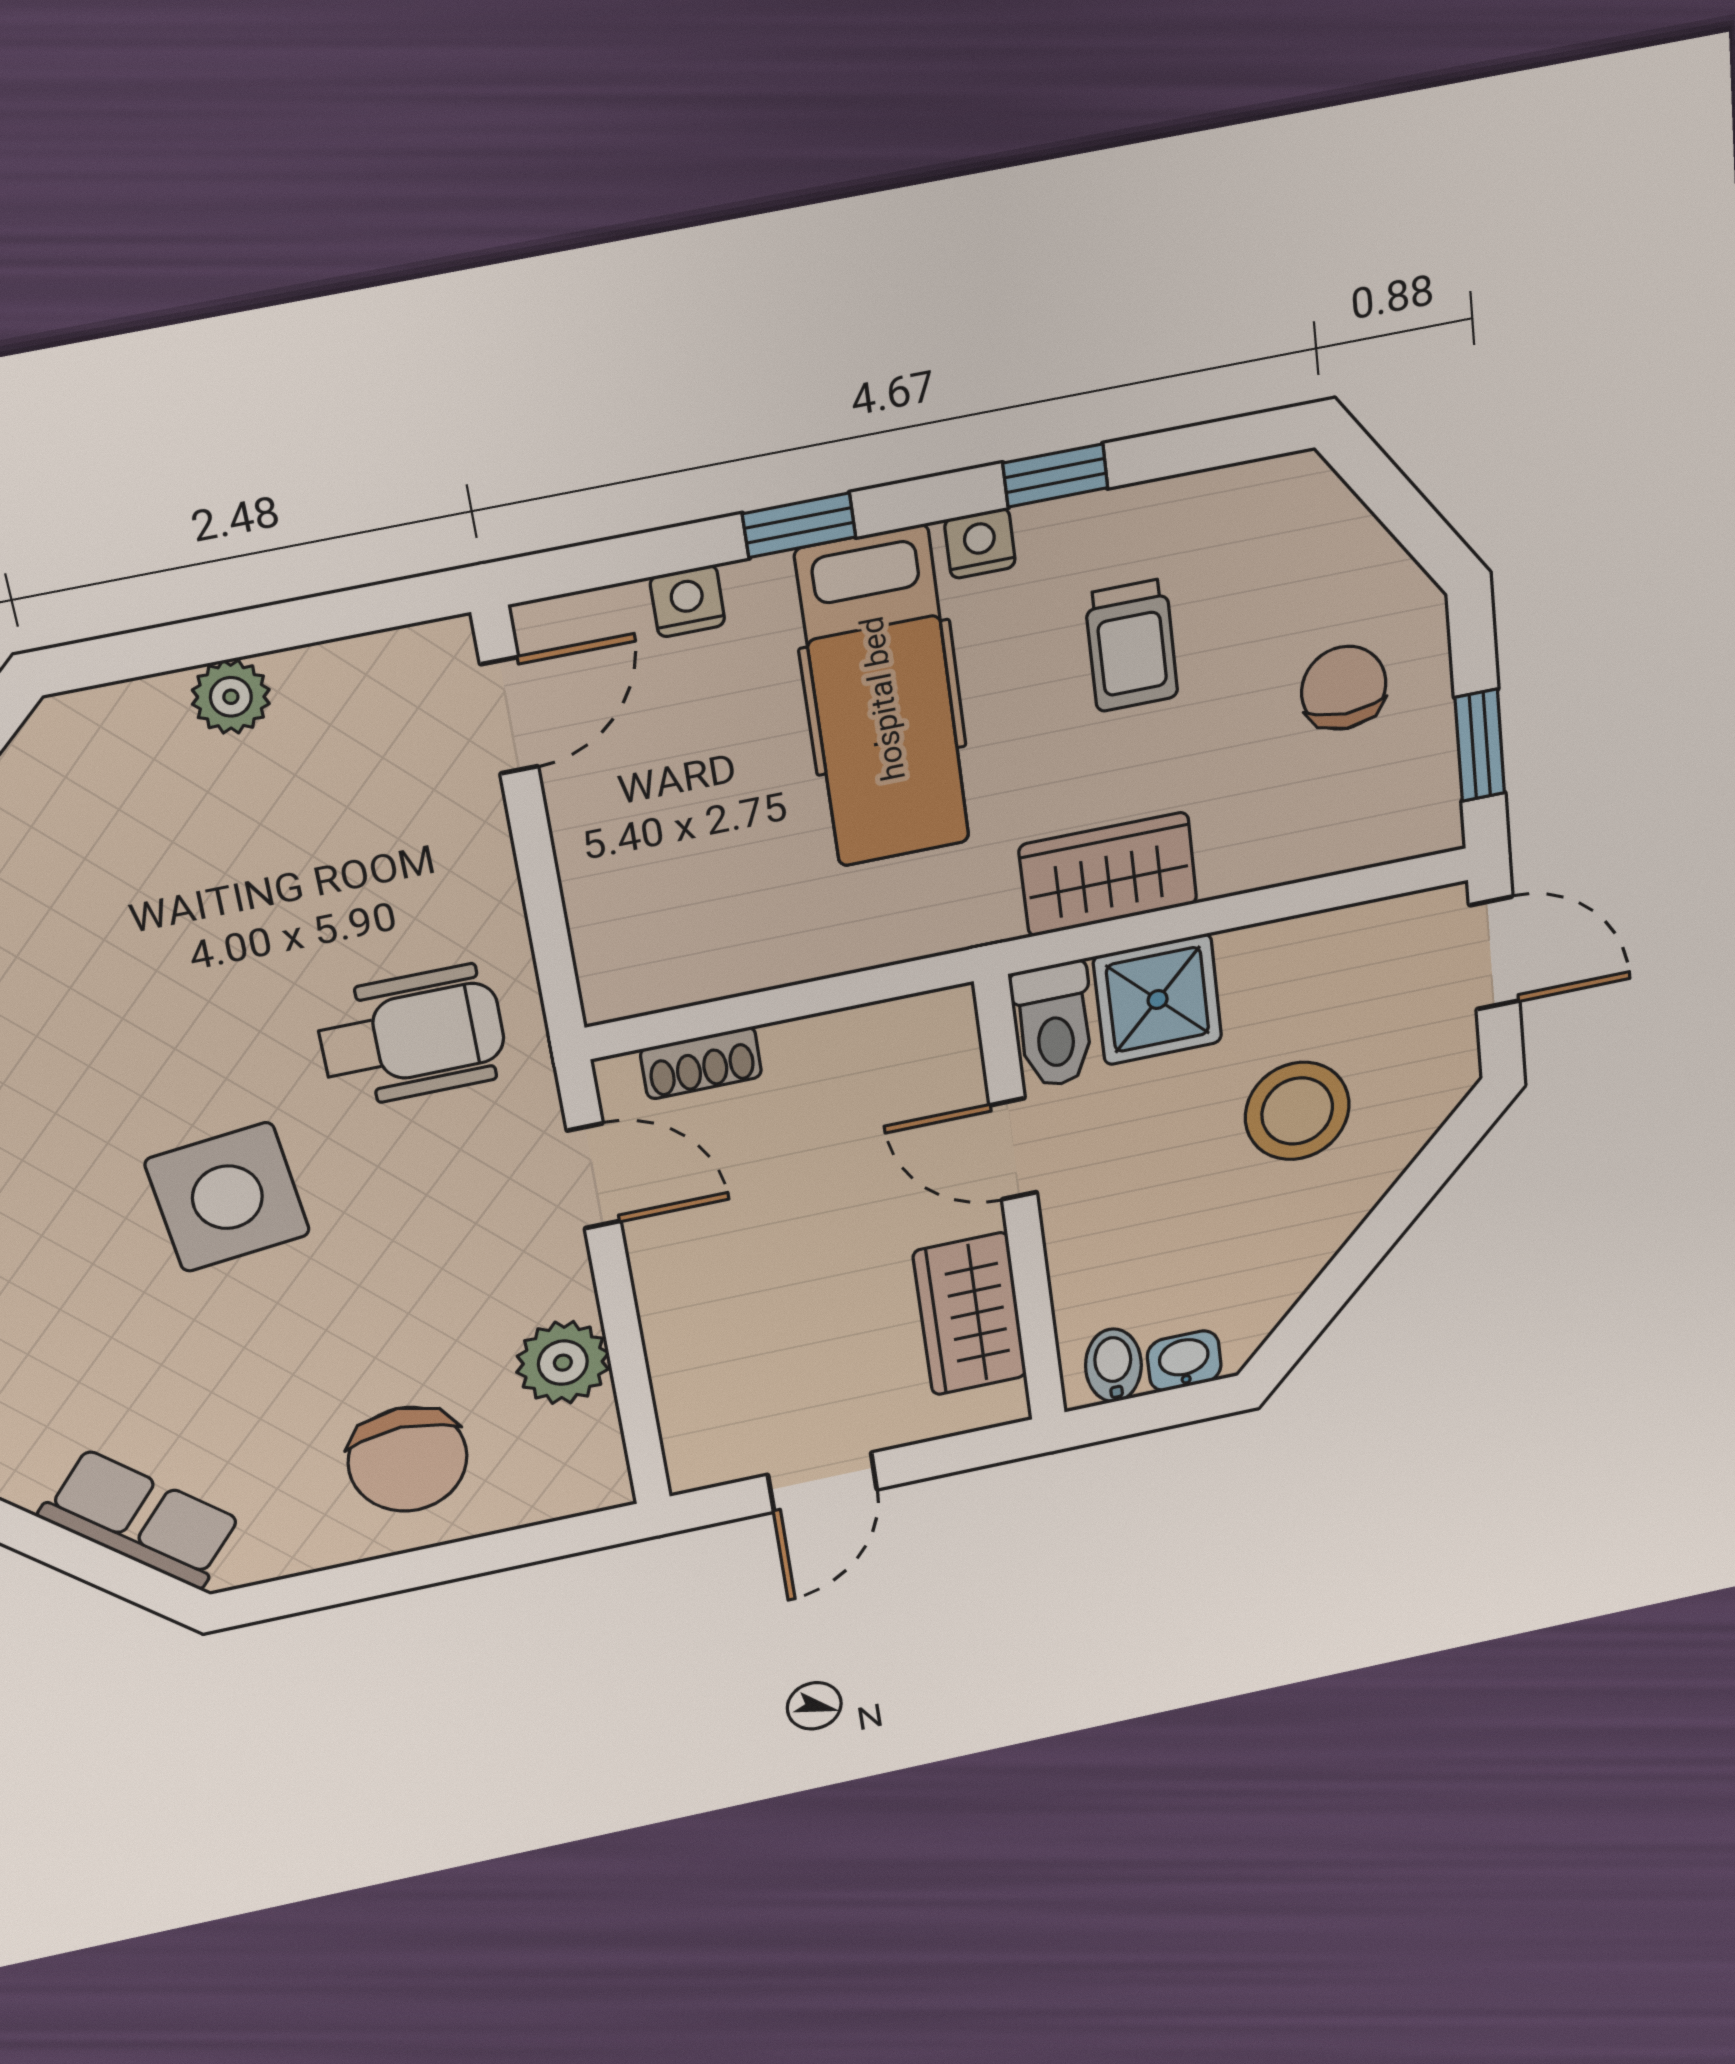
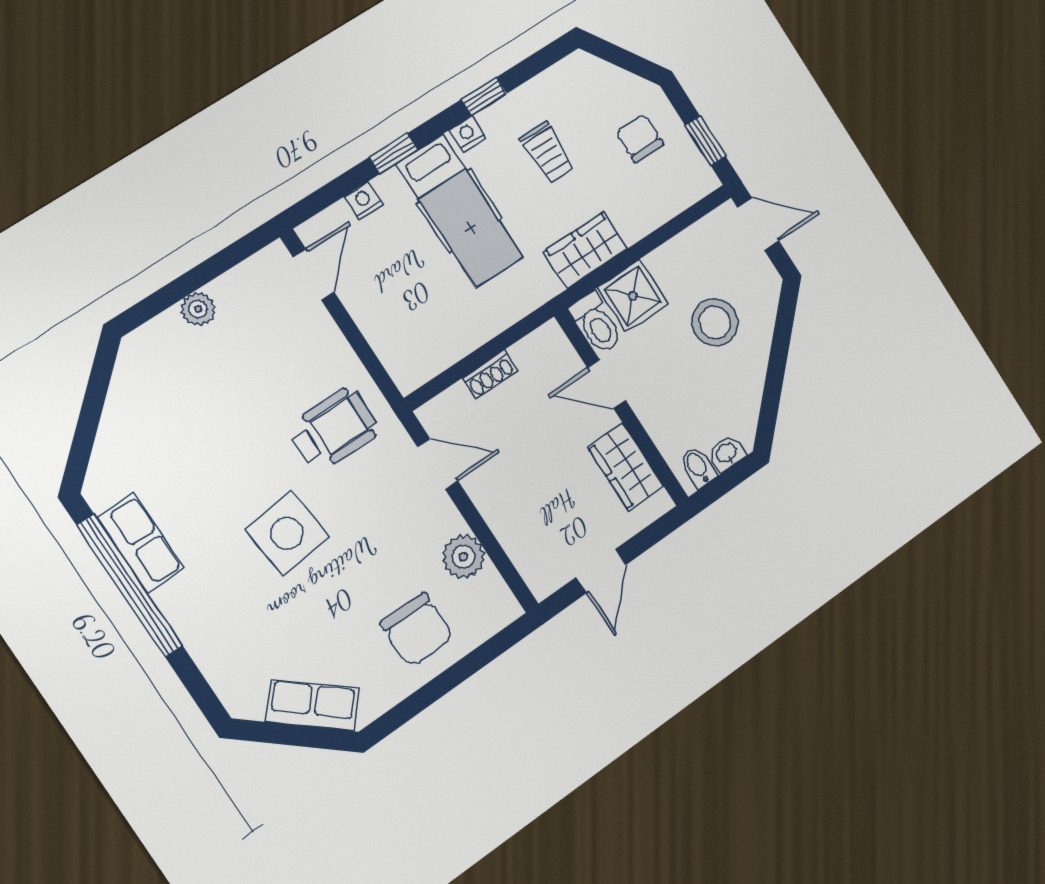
shoe rack: (701, 1063) -> (490, 375), moved

